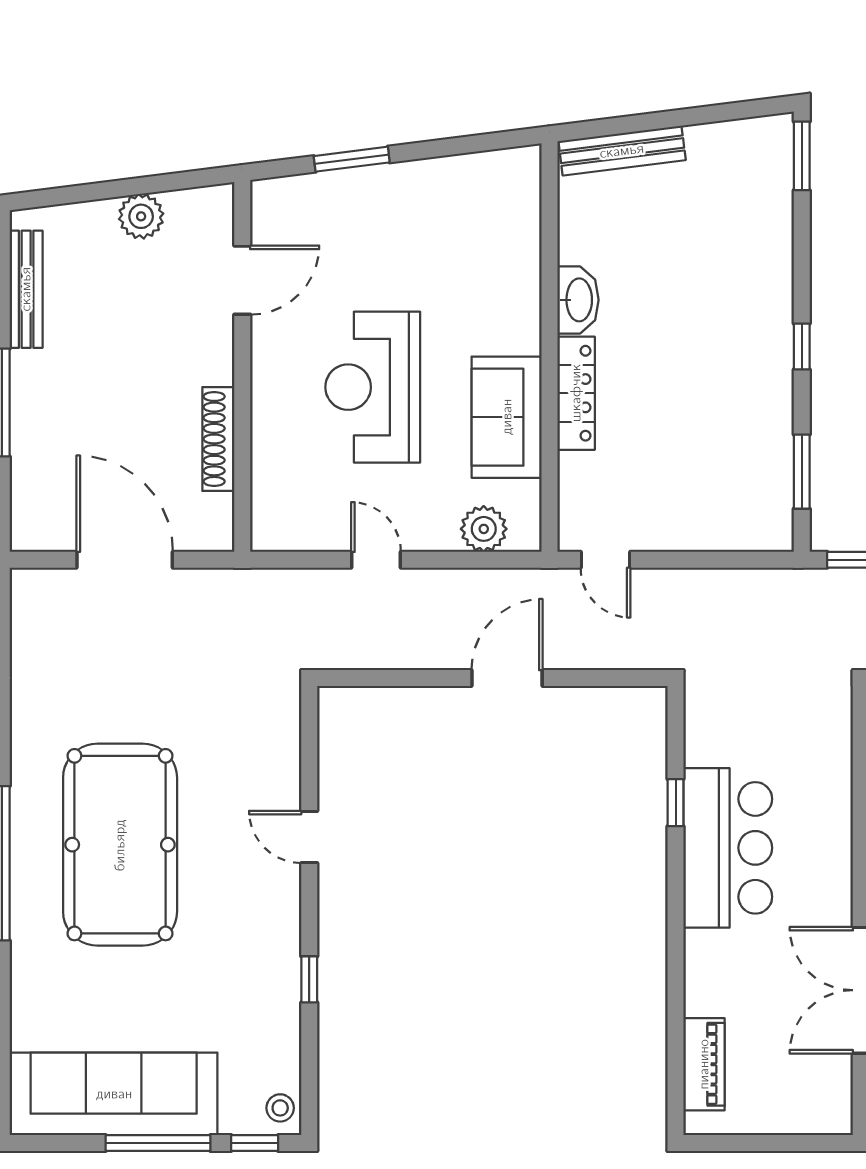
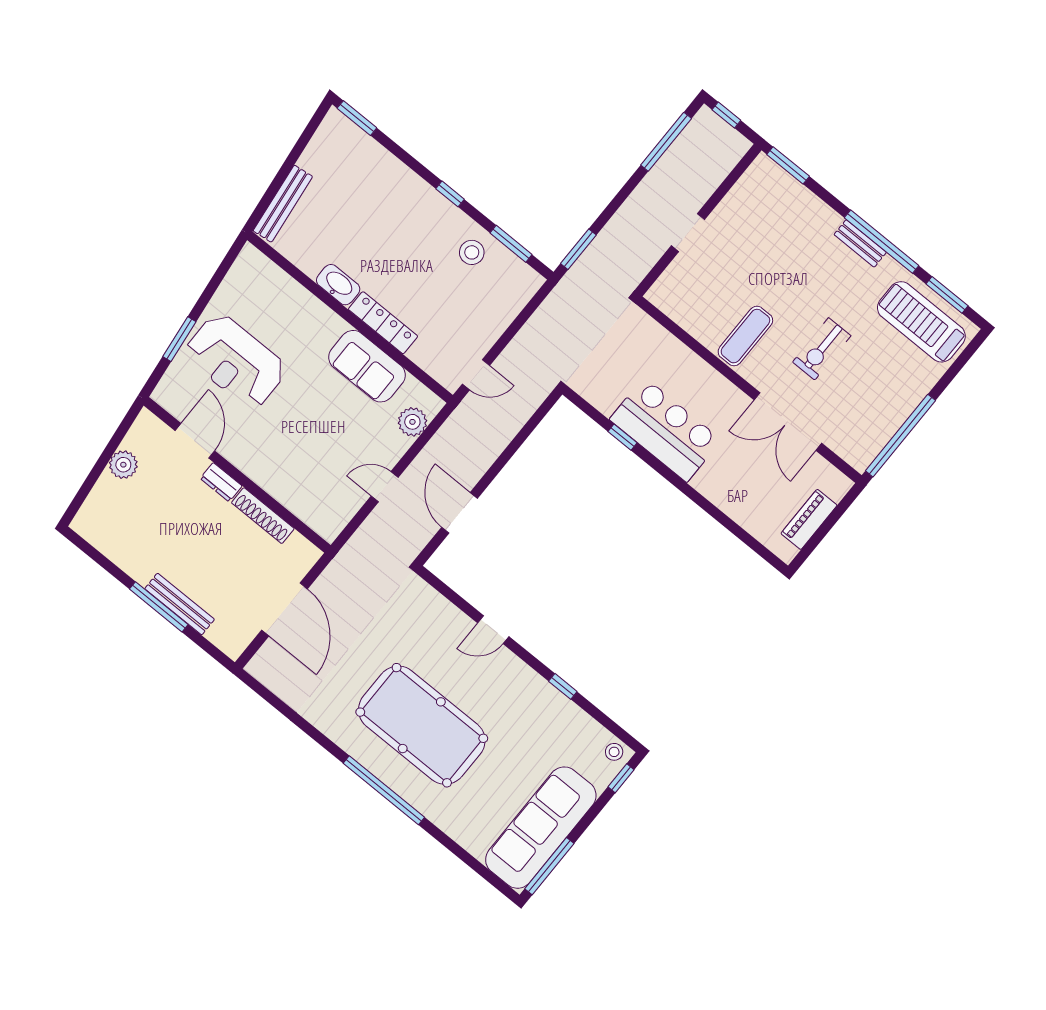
bench: (26, 289) -> (180, 604), moved
dresser: (218, 354) -> (221, 482), added
reception desk: (373, 387) -> (236, 361), moved
stool: (752, 432) -> (472, 252), added
door: (125, 560) -> (285, 609), swing flipped
door: (507, 678) -> (460, 513), moved
piano: (704, 1064) -> (809, 519), moved, turned -90
window: (158, 1143) -> (549, 866), moved

